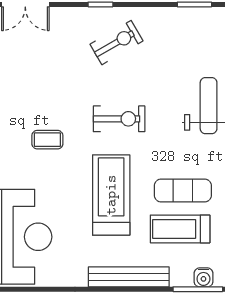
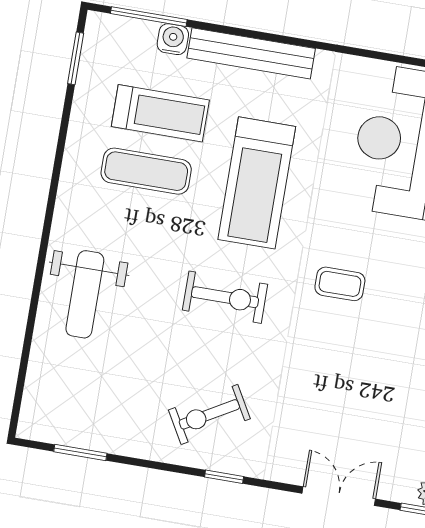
exercise bike: (119, 119) -> (225, 297), turned 180
water cooler: (203, 277) -> (173, 39), moved

